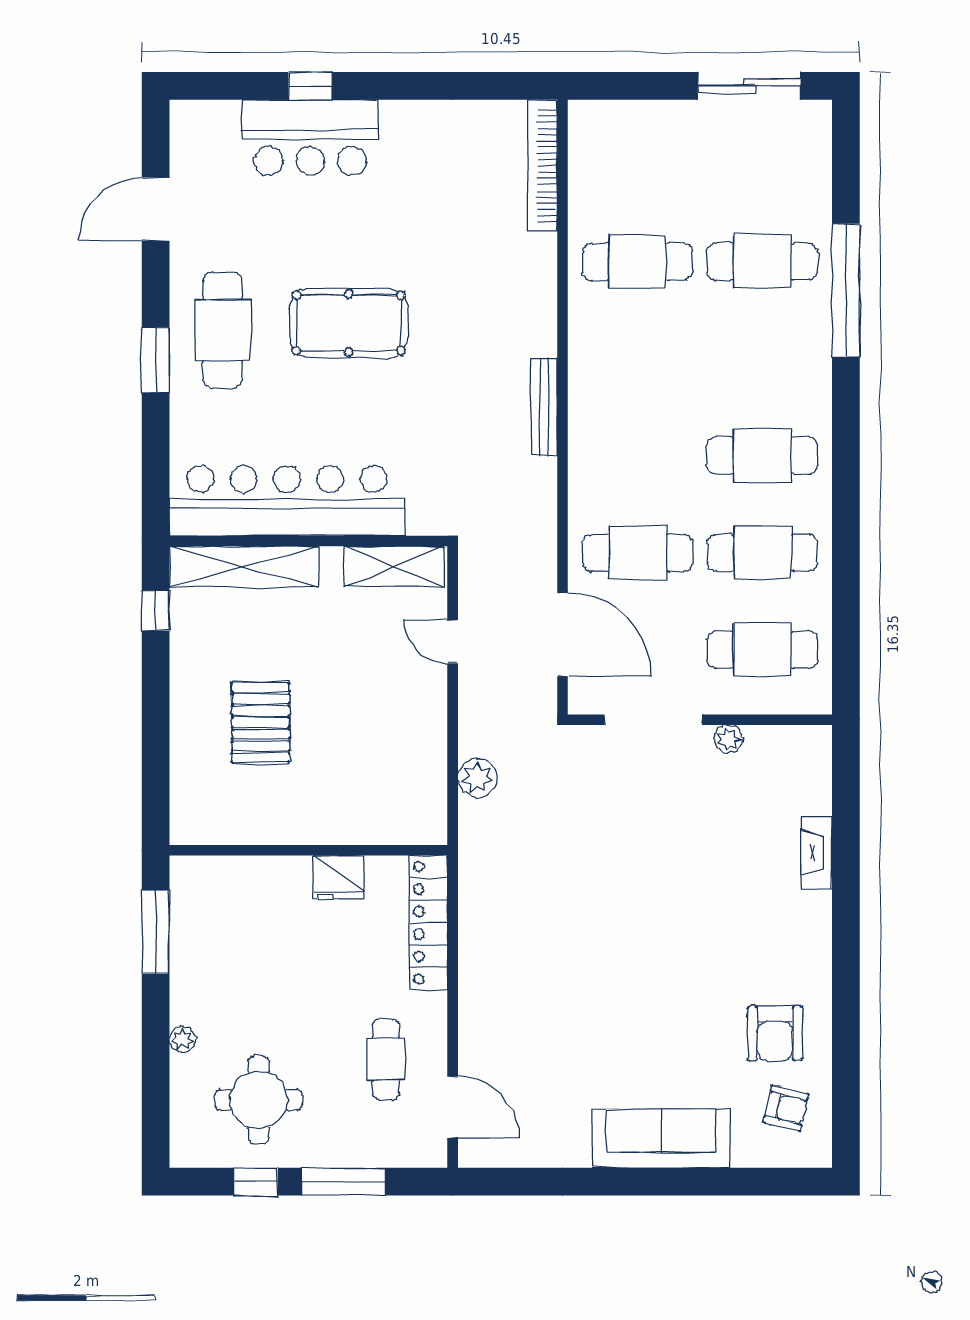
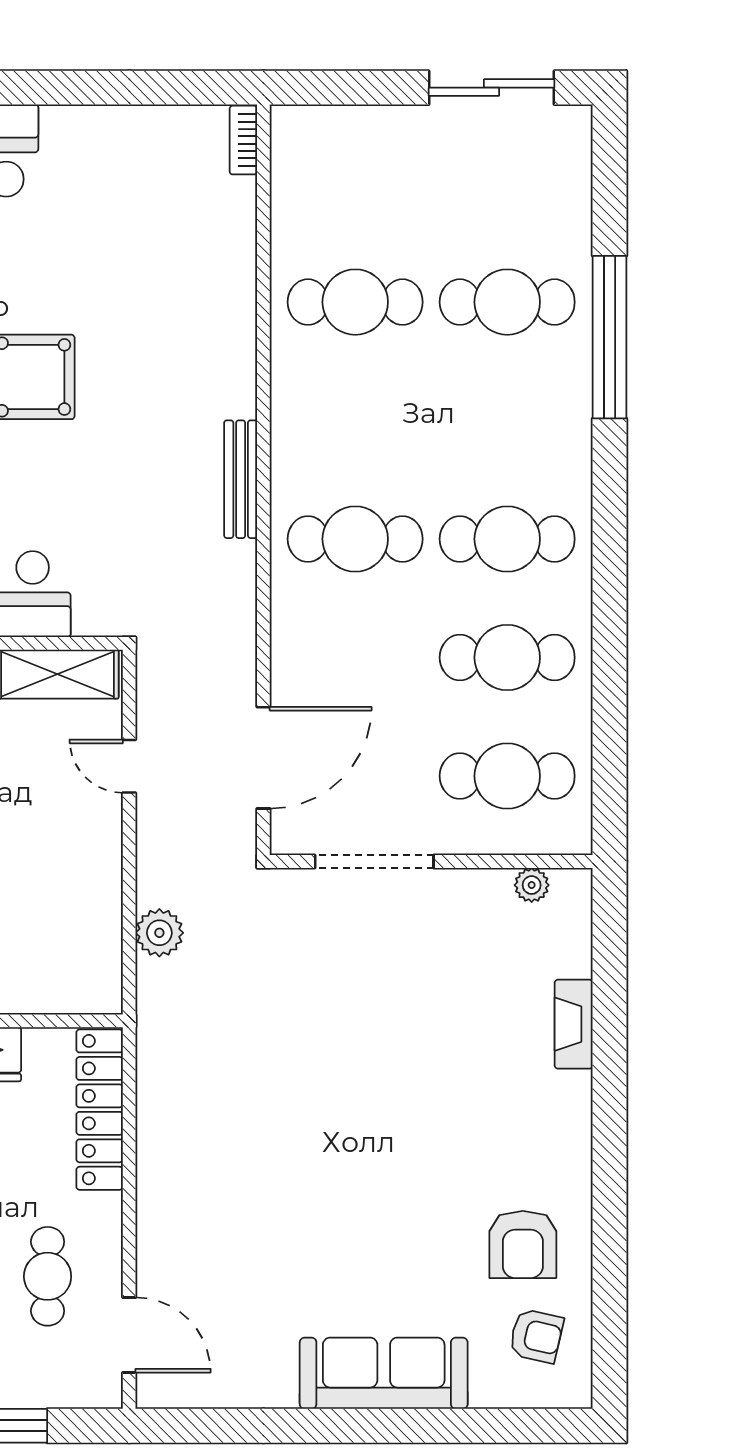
bookcase: (543, 166) -> (243, 140), width x0.43, depth x0.76
cafe table: (638, 553) -> (355, 539), moved
door: (563, 635) -> (263, 758), hinge flipped
plant: (729, 739) -> (532, 885), moved

